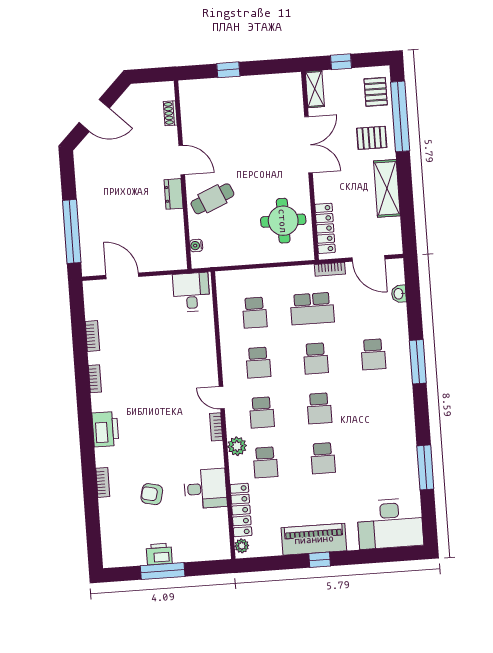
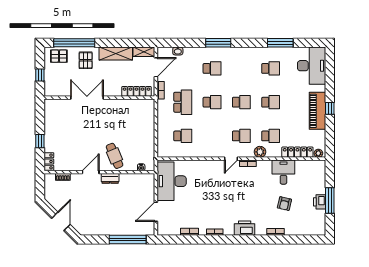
locker: (195, 88) -> (49, 161), added
shelving: (315, 89) -> (144, 52), moved
round table: (283, 221) -> (130, 115), removed
desk: (191, 292) -> (172, 181), width x1.87, depth x1.30
school desk: (258, 363) -> (271, 68), moved

